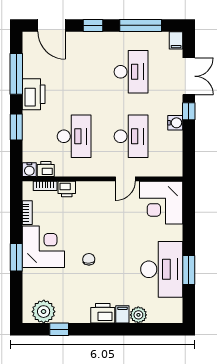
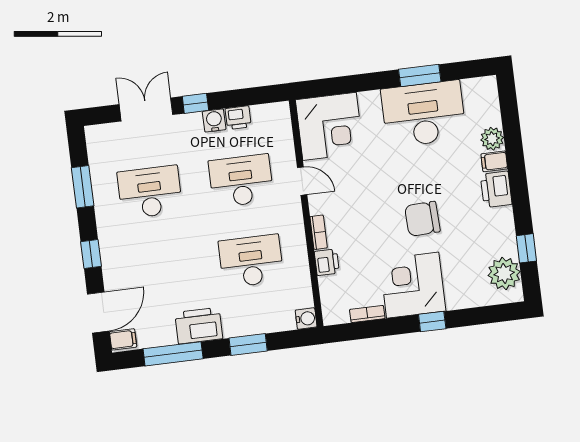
window: (141, 25) -> (83, 187), width x0.69
filing cabinet: (176, 40) -> (123, 339), moved
printer: (46, 169) -> (238, 118), moved, turned -90
bookcase: (45, 186) -> (319, 232), moved
window: (16, 257) -> (432, 321), width x0.67
chair: (89, 259) -> (422, 219), width x1.87, depth x1.87

